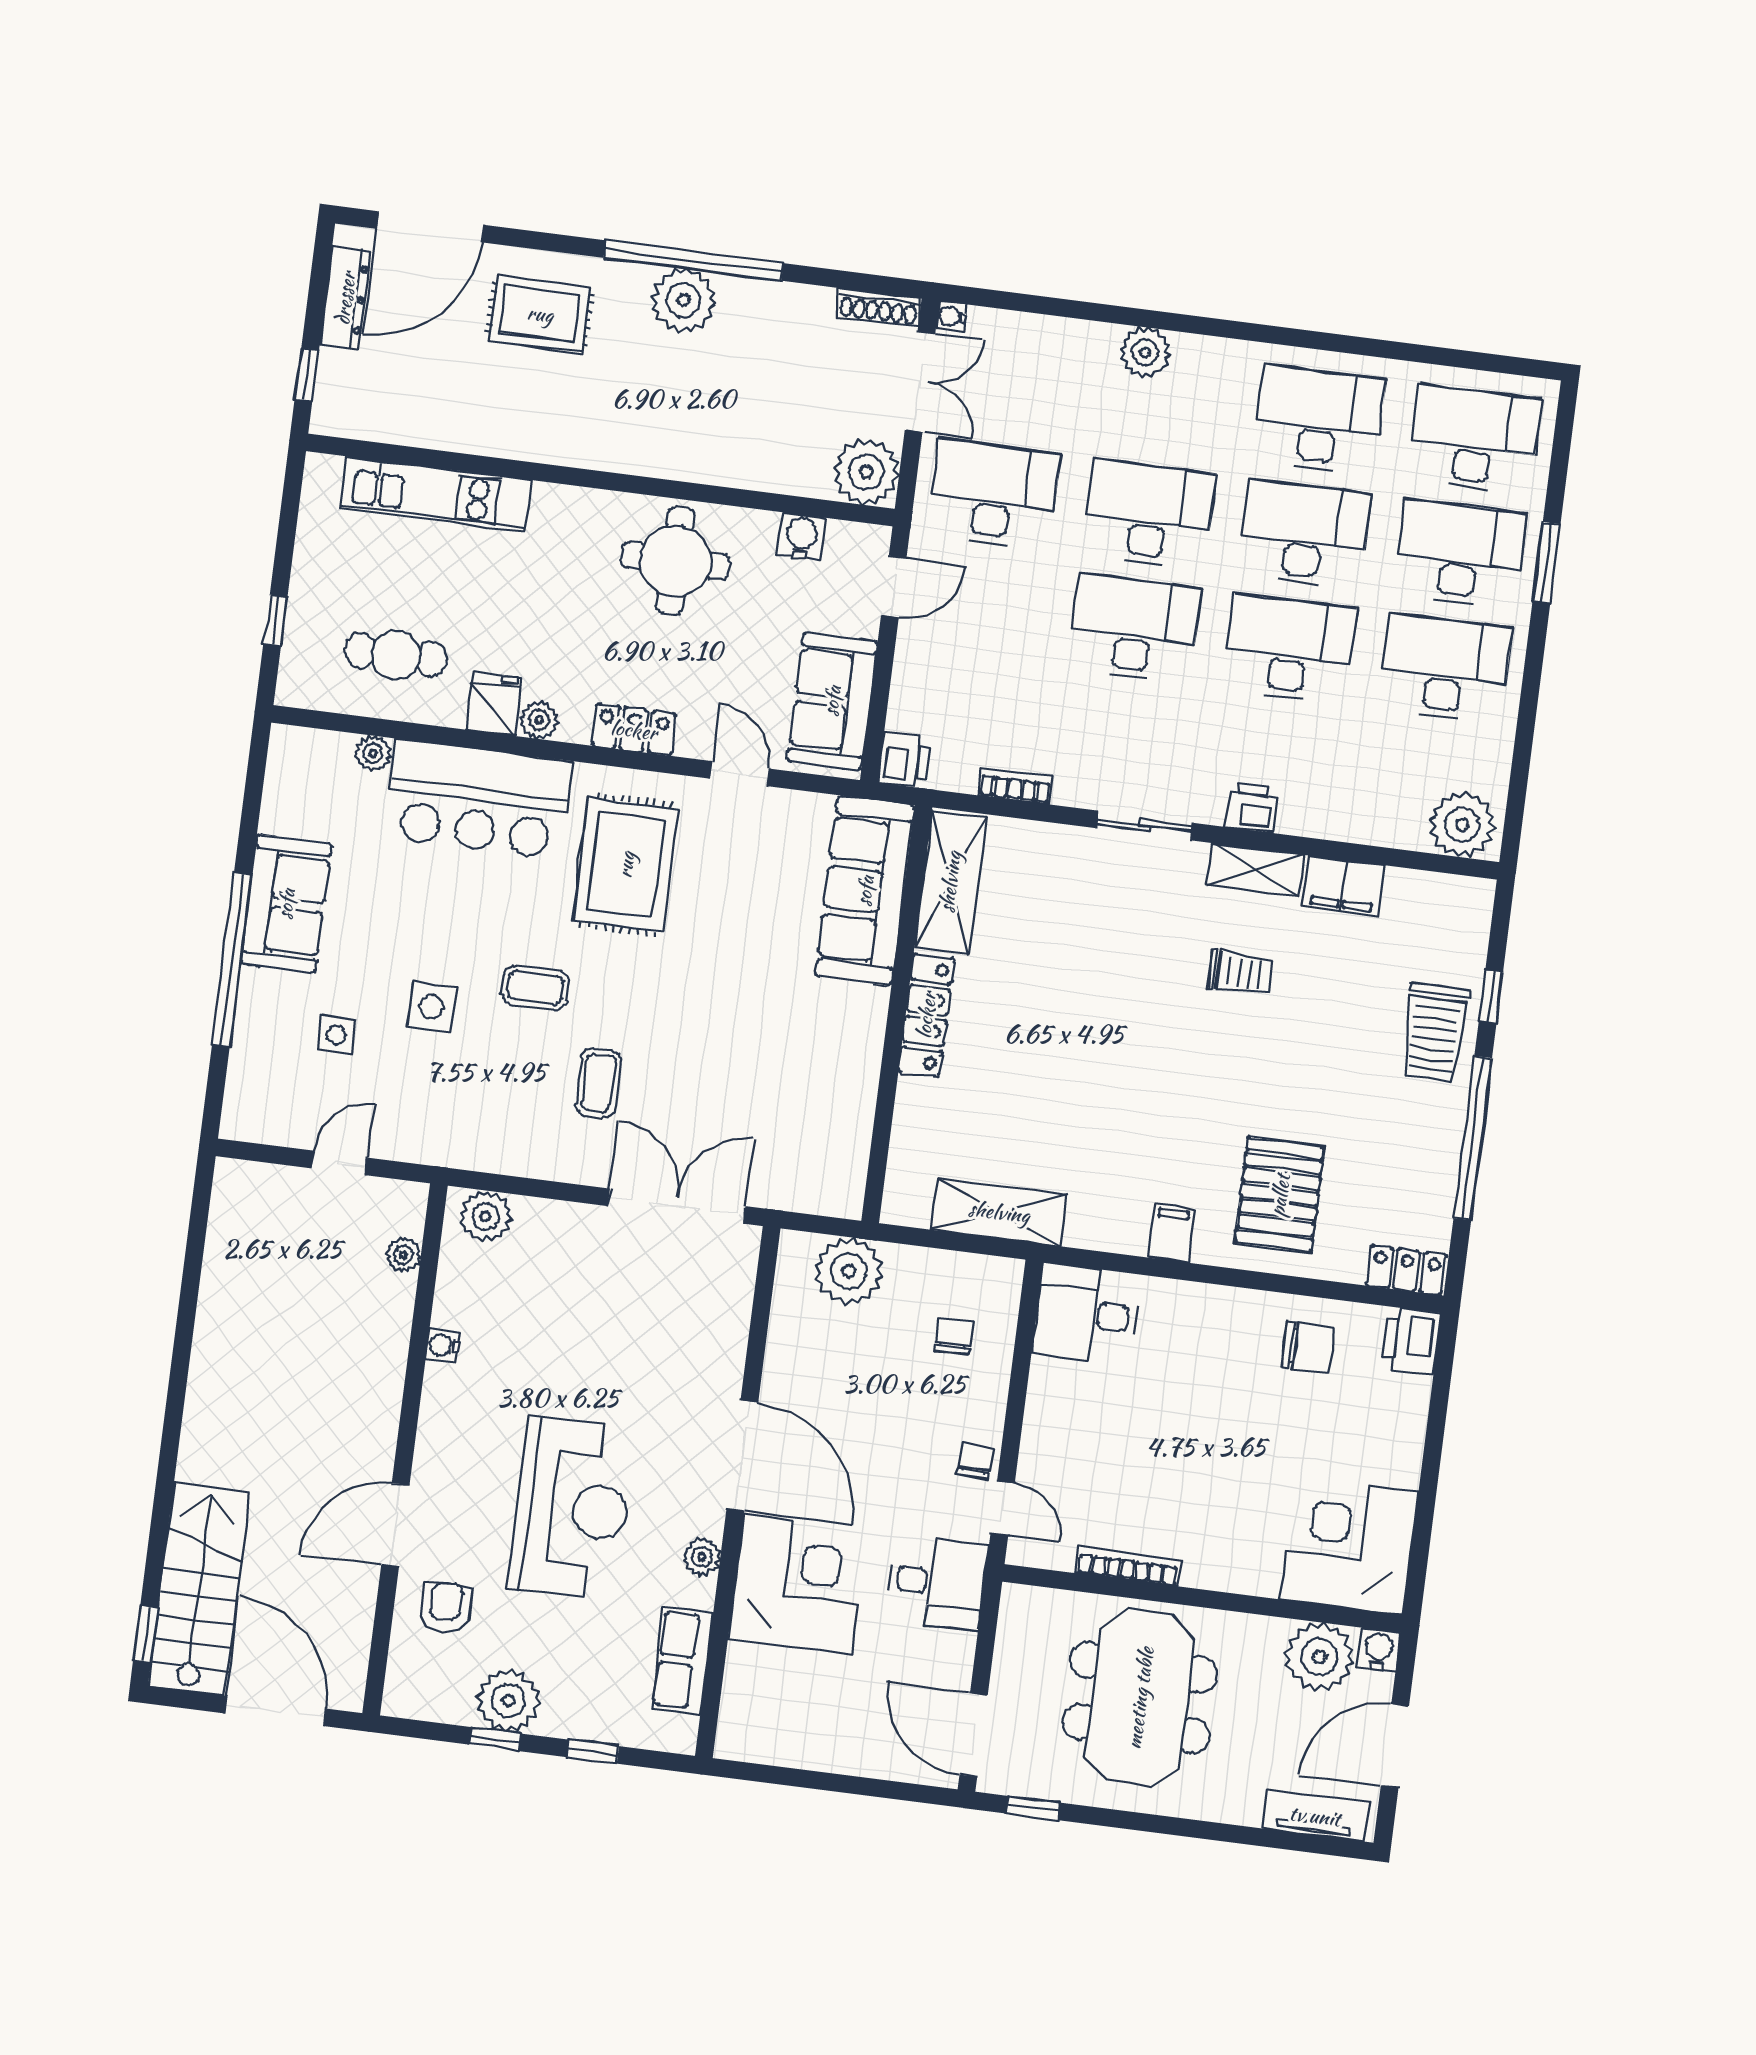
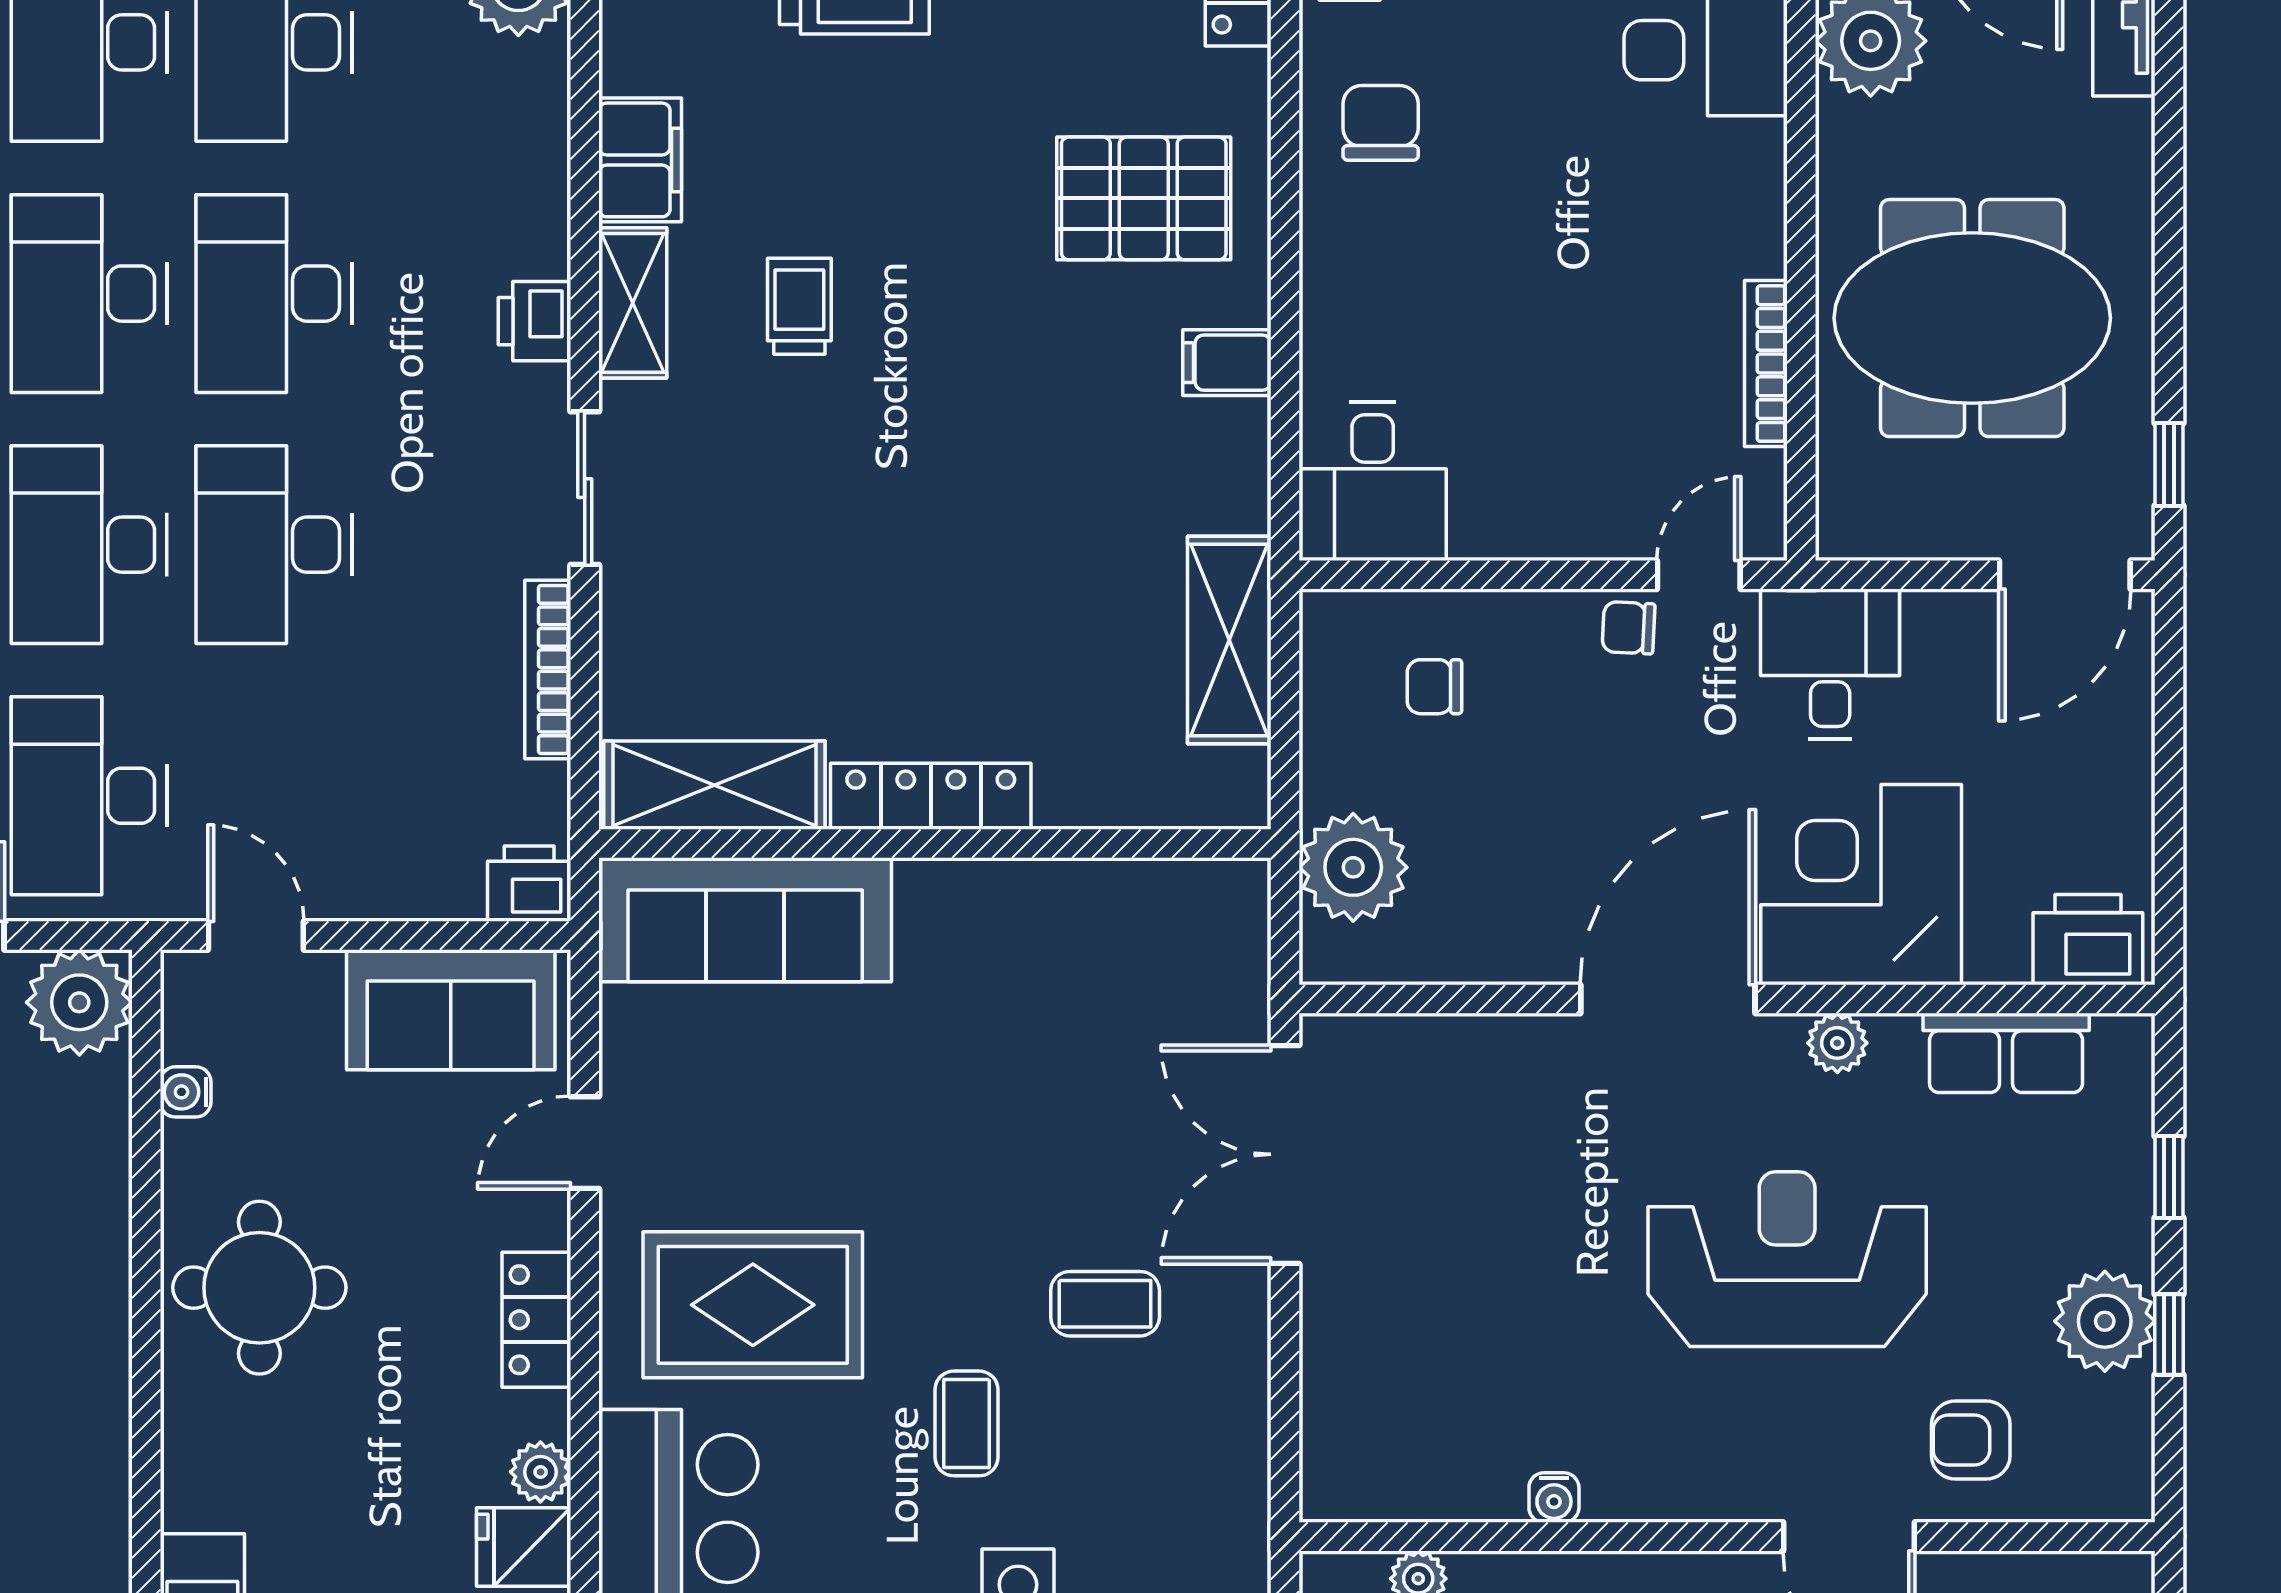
water cooler: (802, 537) -> (186, 1092), width x0.72, depth x0.72
bookcase: (1015, 786) -> (548, 669), width x1.56
plant: (485, 1216) -> (1340, 1456), removed
printer: (746, 1720) -> (2088, 940), added

